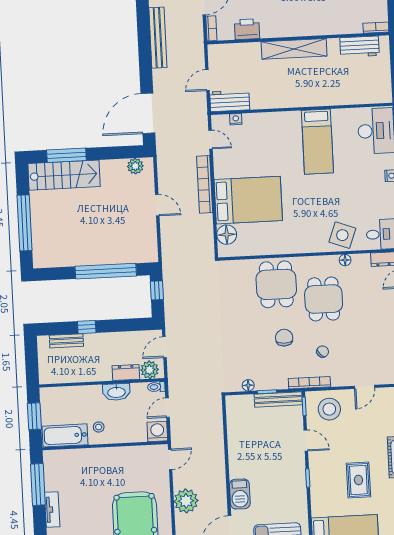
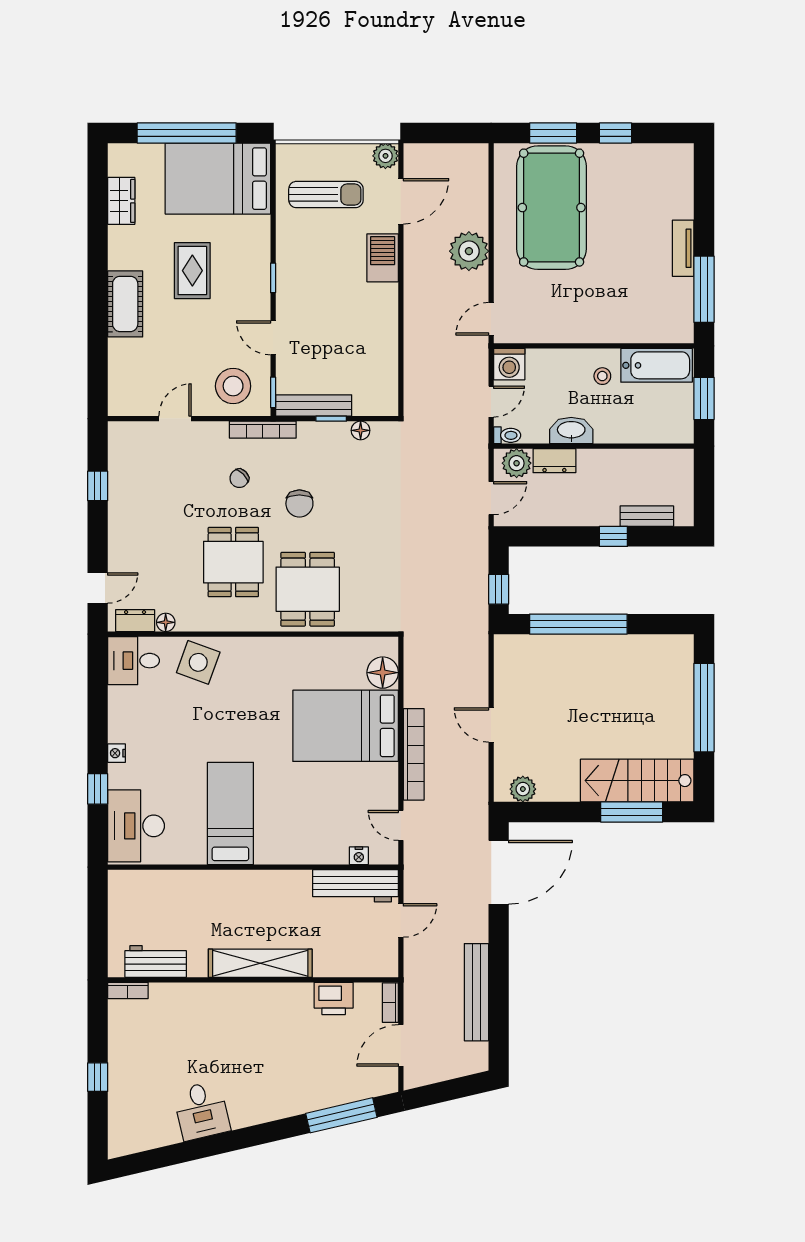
workbench: (230, 101) -> (355, 886), width x1.37
floor lamp: (345, 260) -> (166, 622), moved

